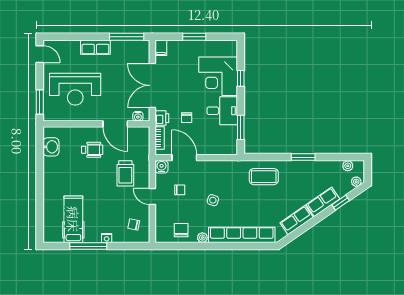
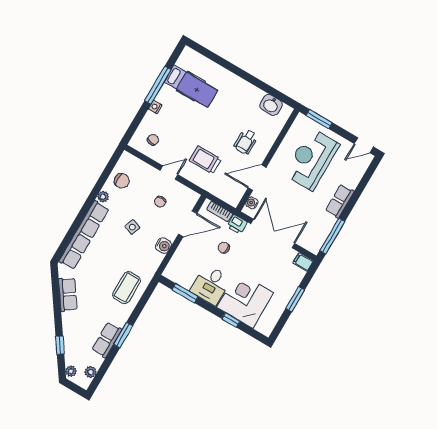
water cooler: (162, 167) -> (163, 246), moved
row of seats: (323, 202) -> (107, 340), moved, turned -145

